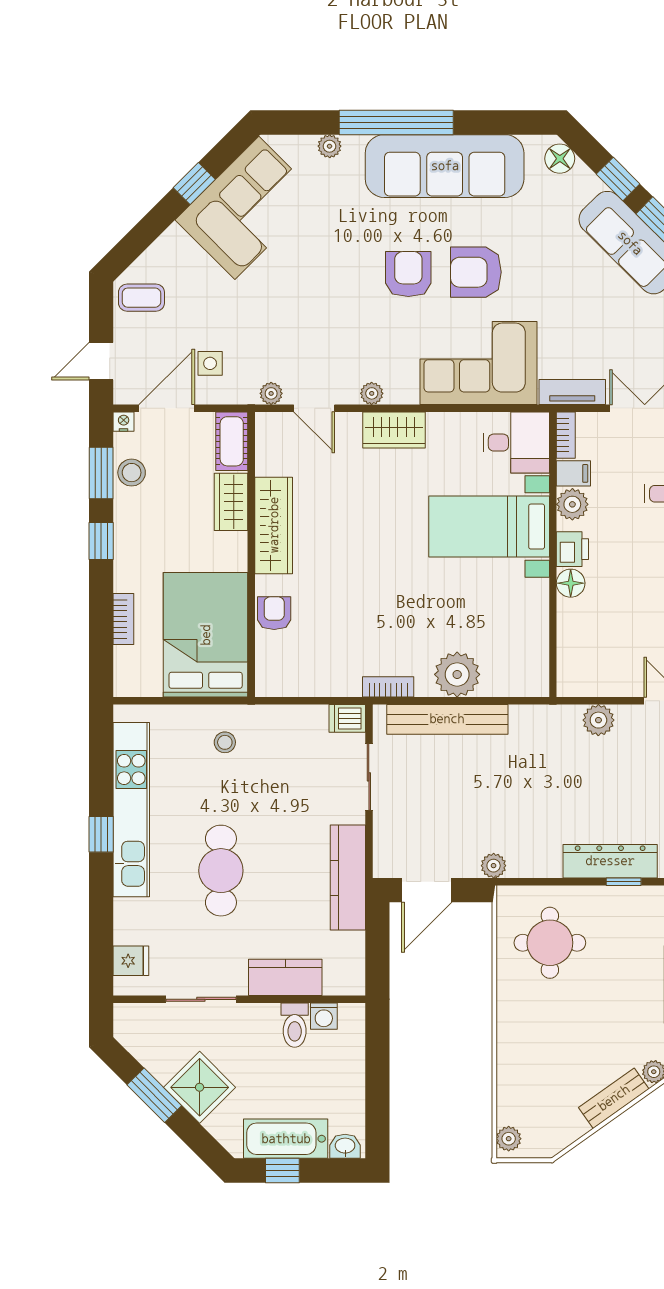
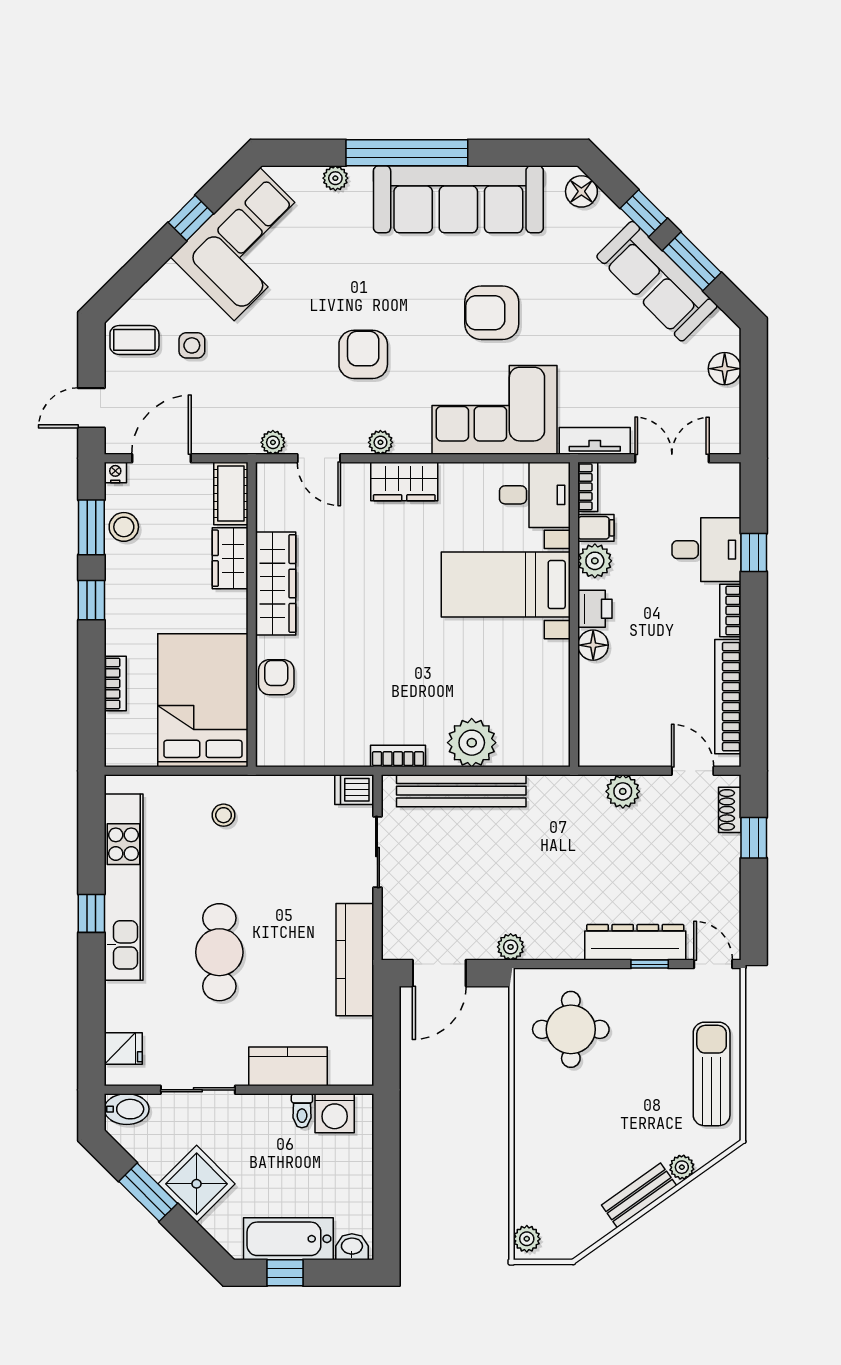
armchair: (408, 274) -> (363, 354), moved
side table: (210, 363) -> (192, 345), moved
washing machine: (324, 1016) -> (335, 1113), width x1.38, depth x1.38
bidet: (134, 1017) -> (127, 1109), added
toilet: (295, 1025) -> (302, 1111), width x0.73, depth x0.72

